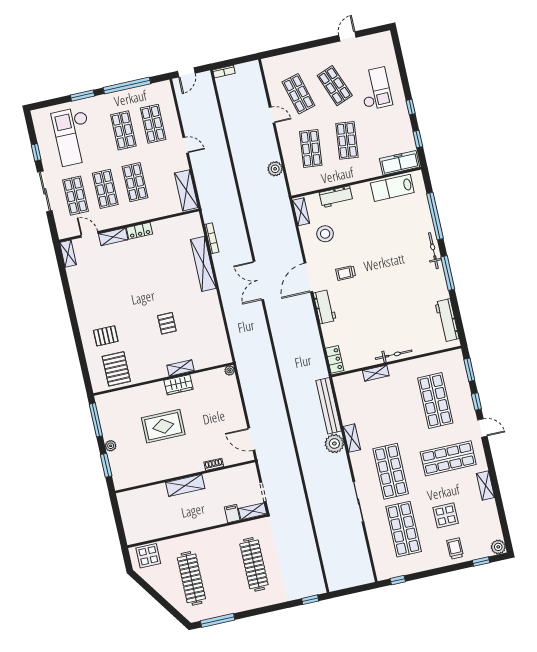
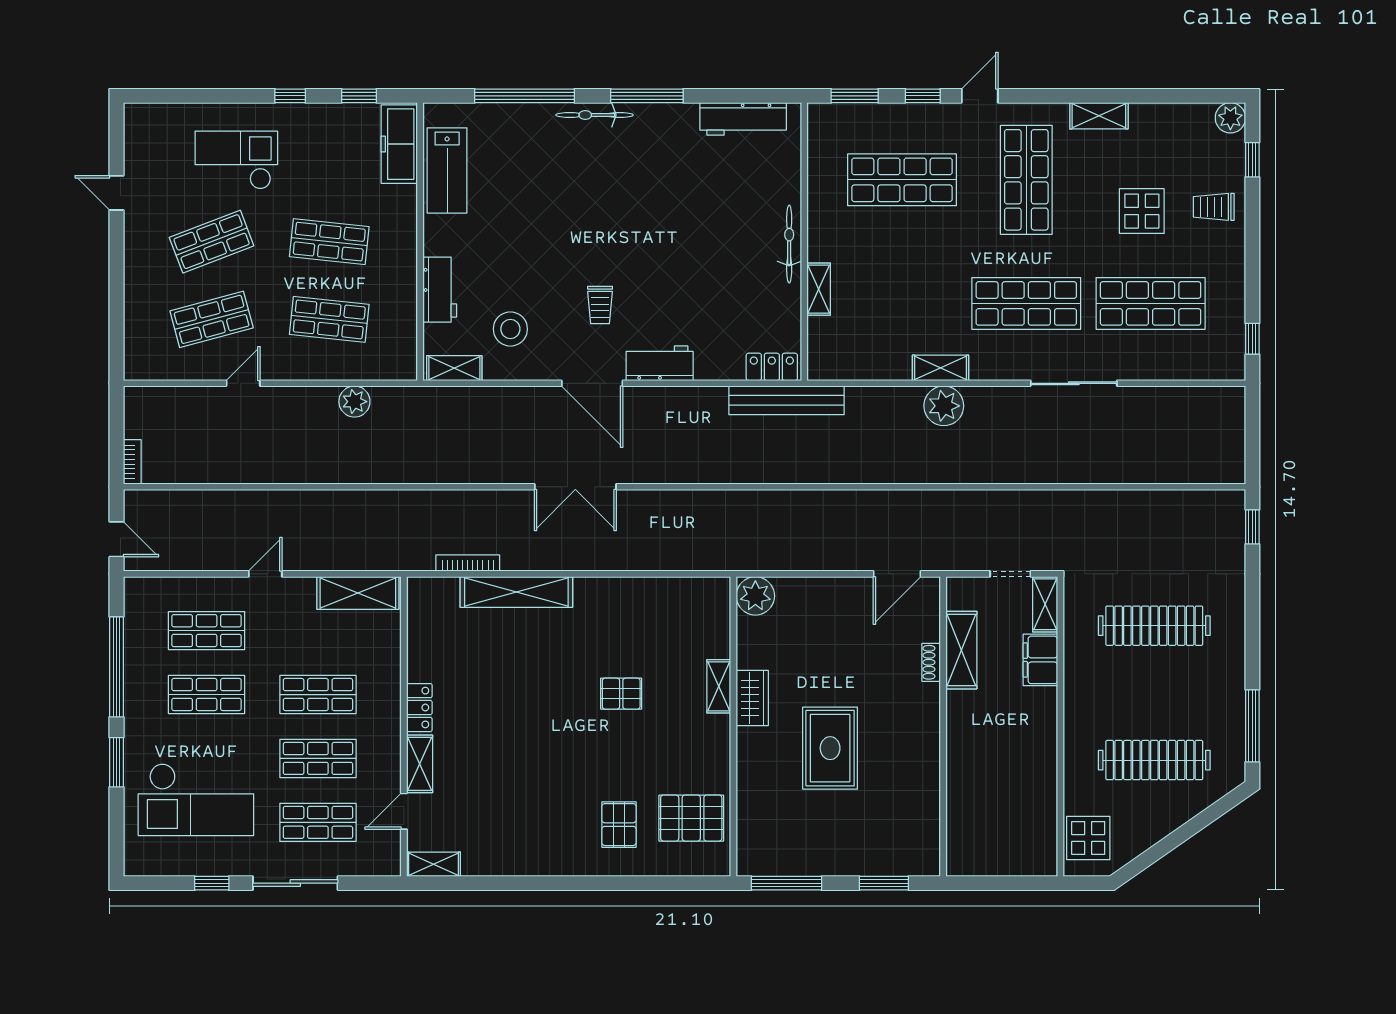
plant: (230, 370) -> (755, 596), width x1.88, depth x1.88
bench: (329, 406) -> (786, 400), moved
plant: (111, 446) -> (846, 865), removed
shelving: (185, 485) -> (961, 650), moved
filing cabinet: (232, 514) -> (1040, 660), width x2.00

